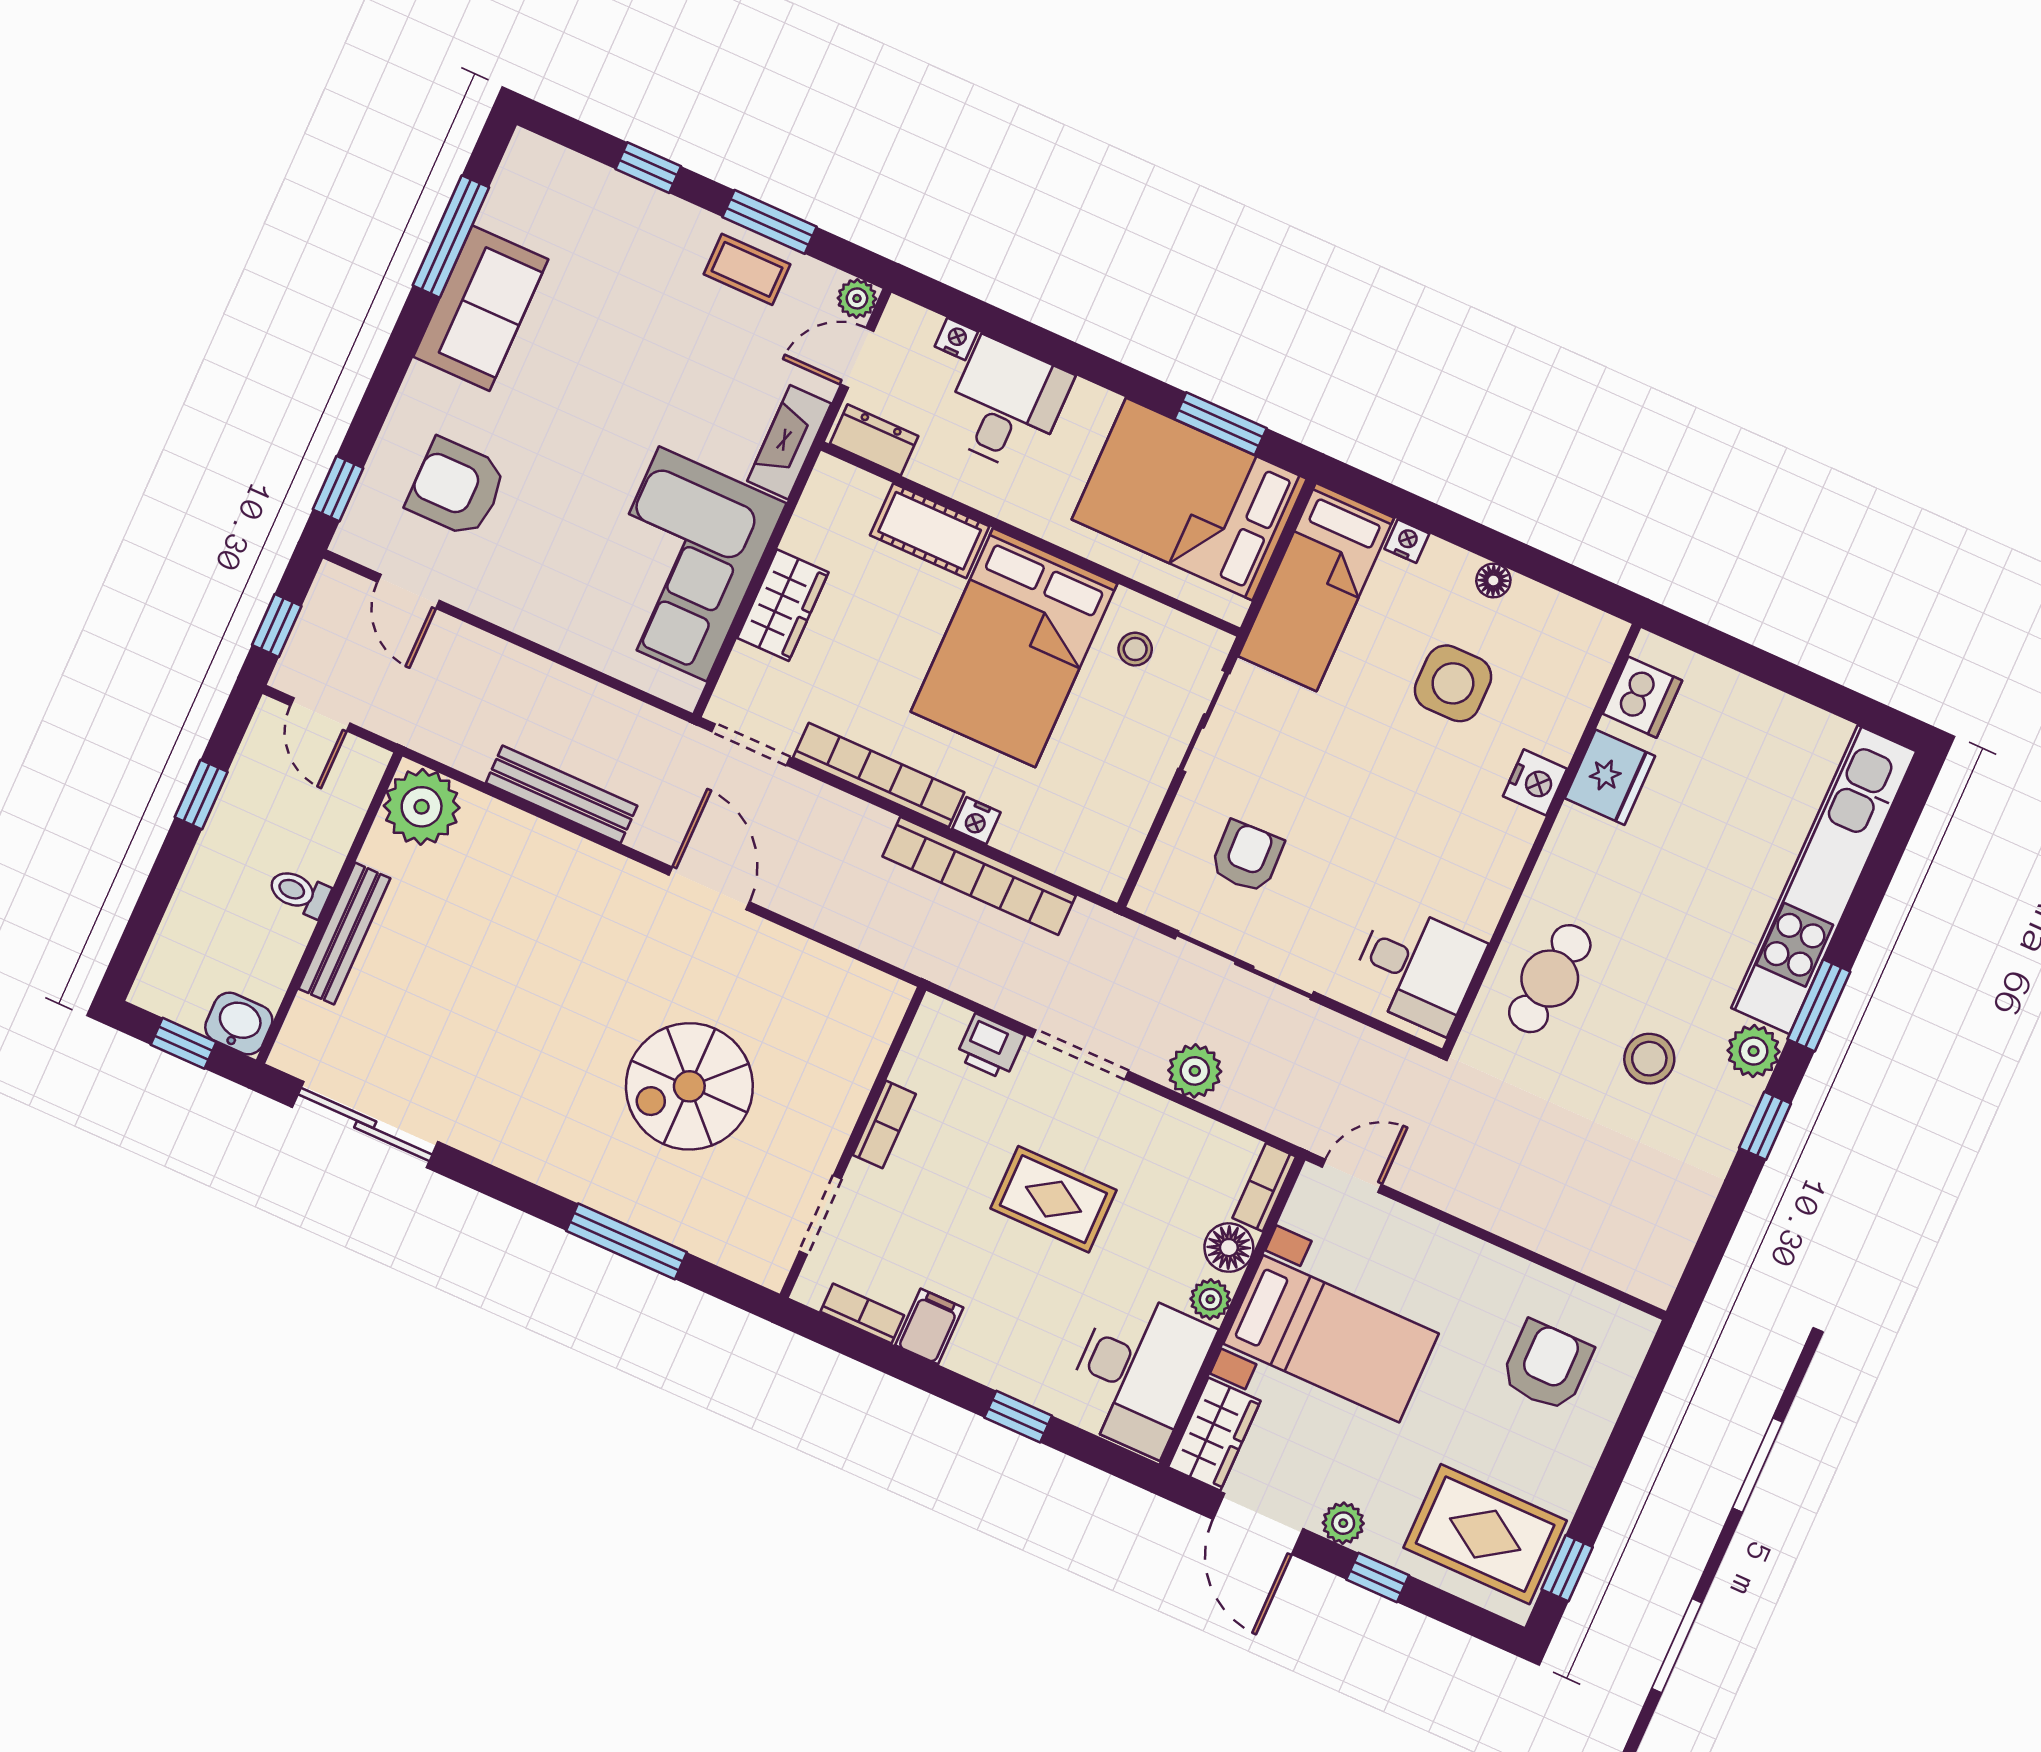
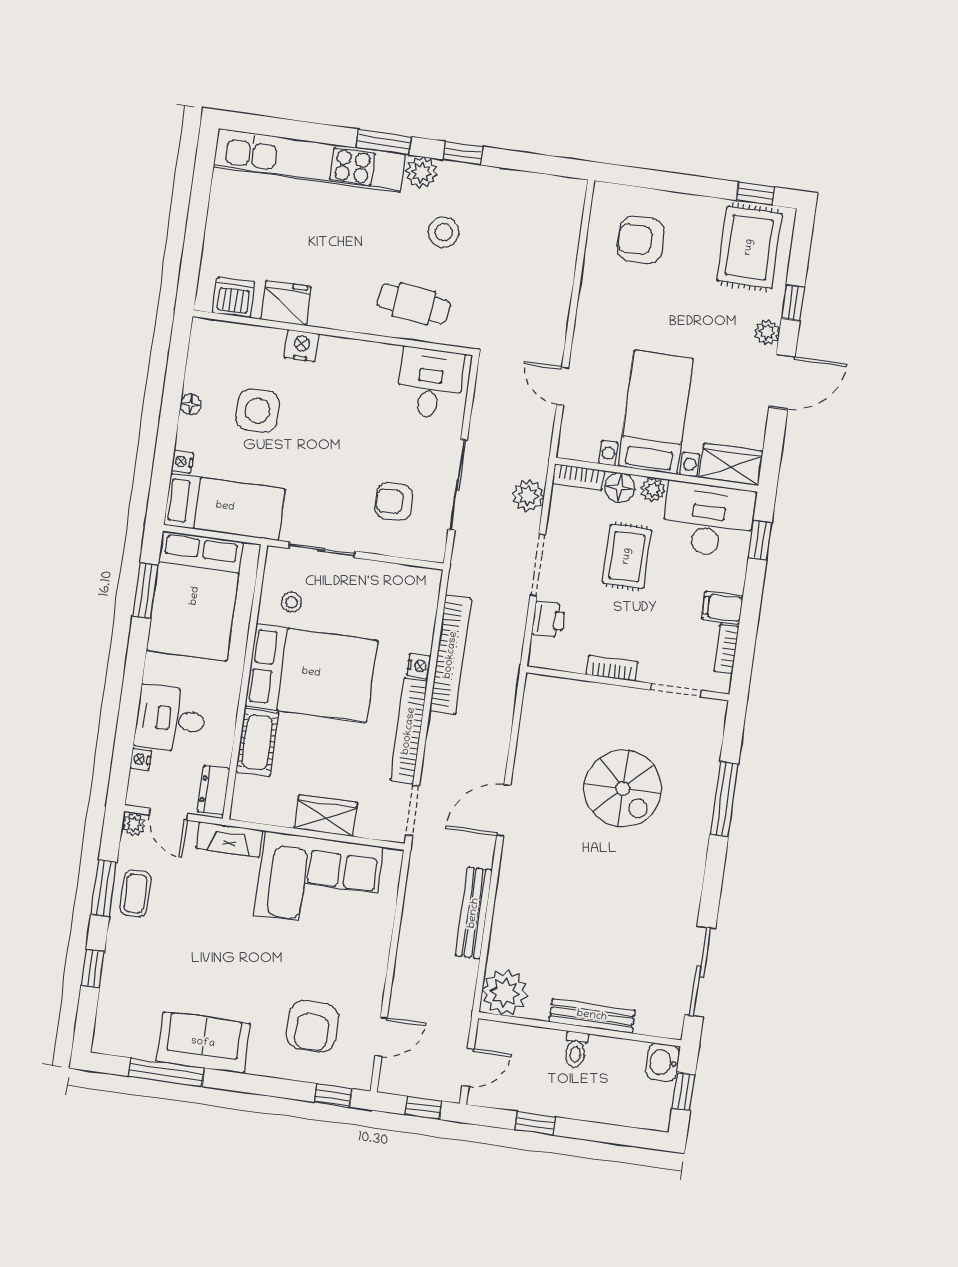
bookcase: (1264, 1187) -> (578, 477), moved
floor lamp: (1229, 1248) -> (620, 488), moved
plant: (1210, 1299) -> (653, 490), moved
wall: (1232, 1312) -> (657, 475), moved
bed with nightstands: (1331, 1339) -> (656, 412), moved
desk: (1138, 1372) -> (708, 520), moved
wardrobe: (1214, 1434) -> (731, 464), moved

